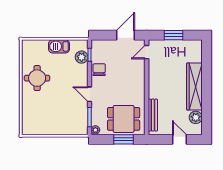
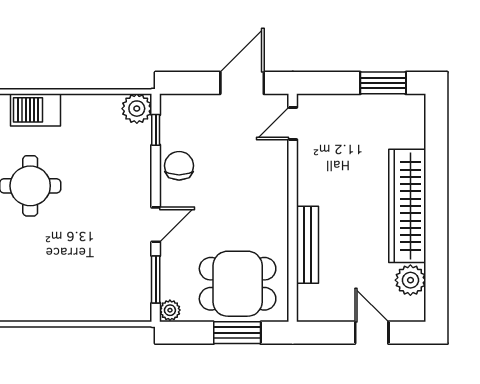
window: (173, 35) -> (383, 83), moved
barbecue: (59, 46) -> (35, 110), moved
plant: (82, 57) -> (137, 109), moved
door: (89, 94) -> (156, 225), swing flipped
bench: (153, 115) -> (308, 245), moved

